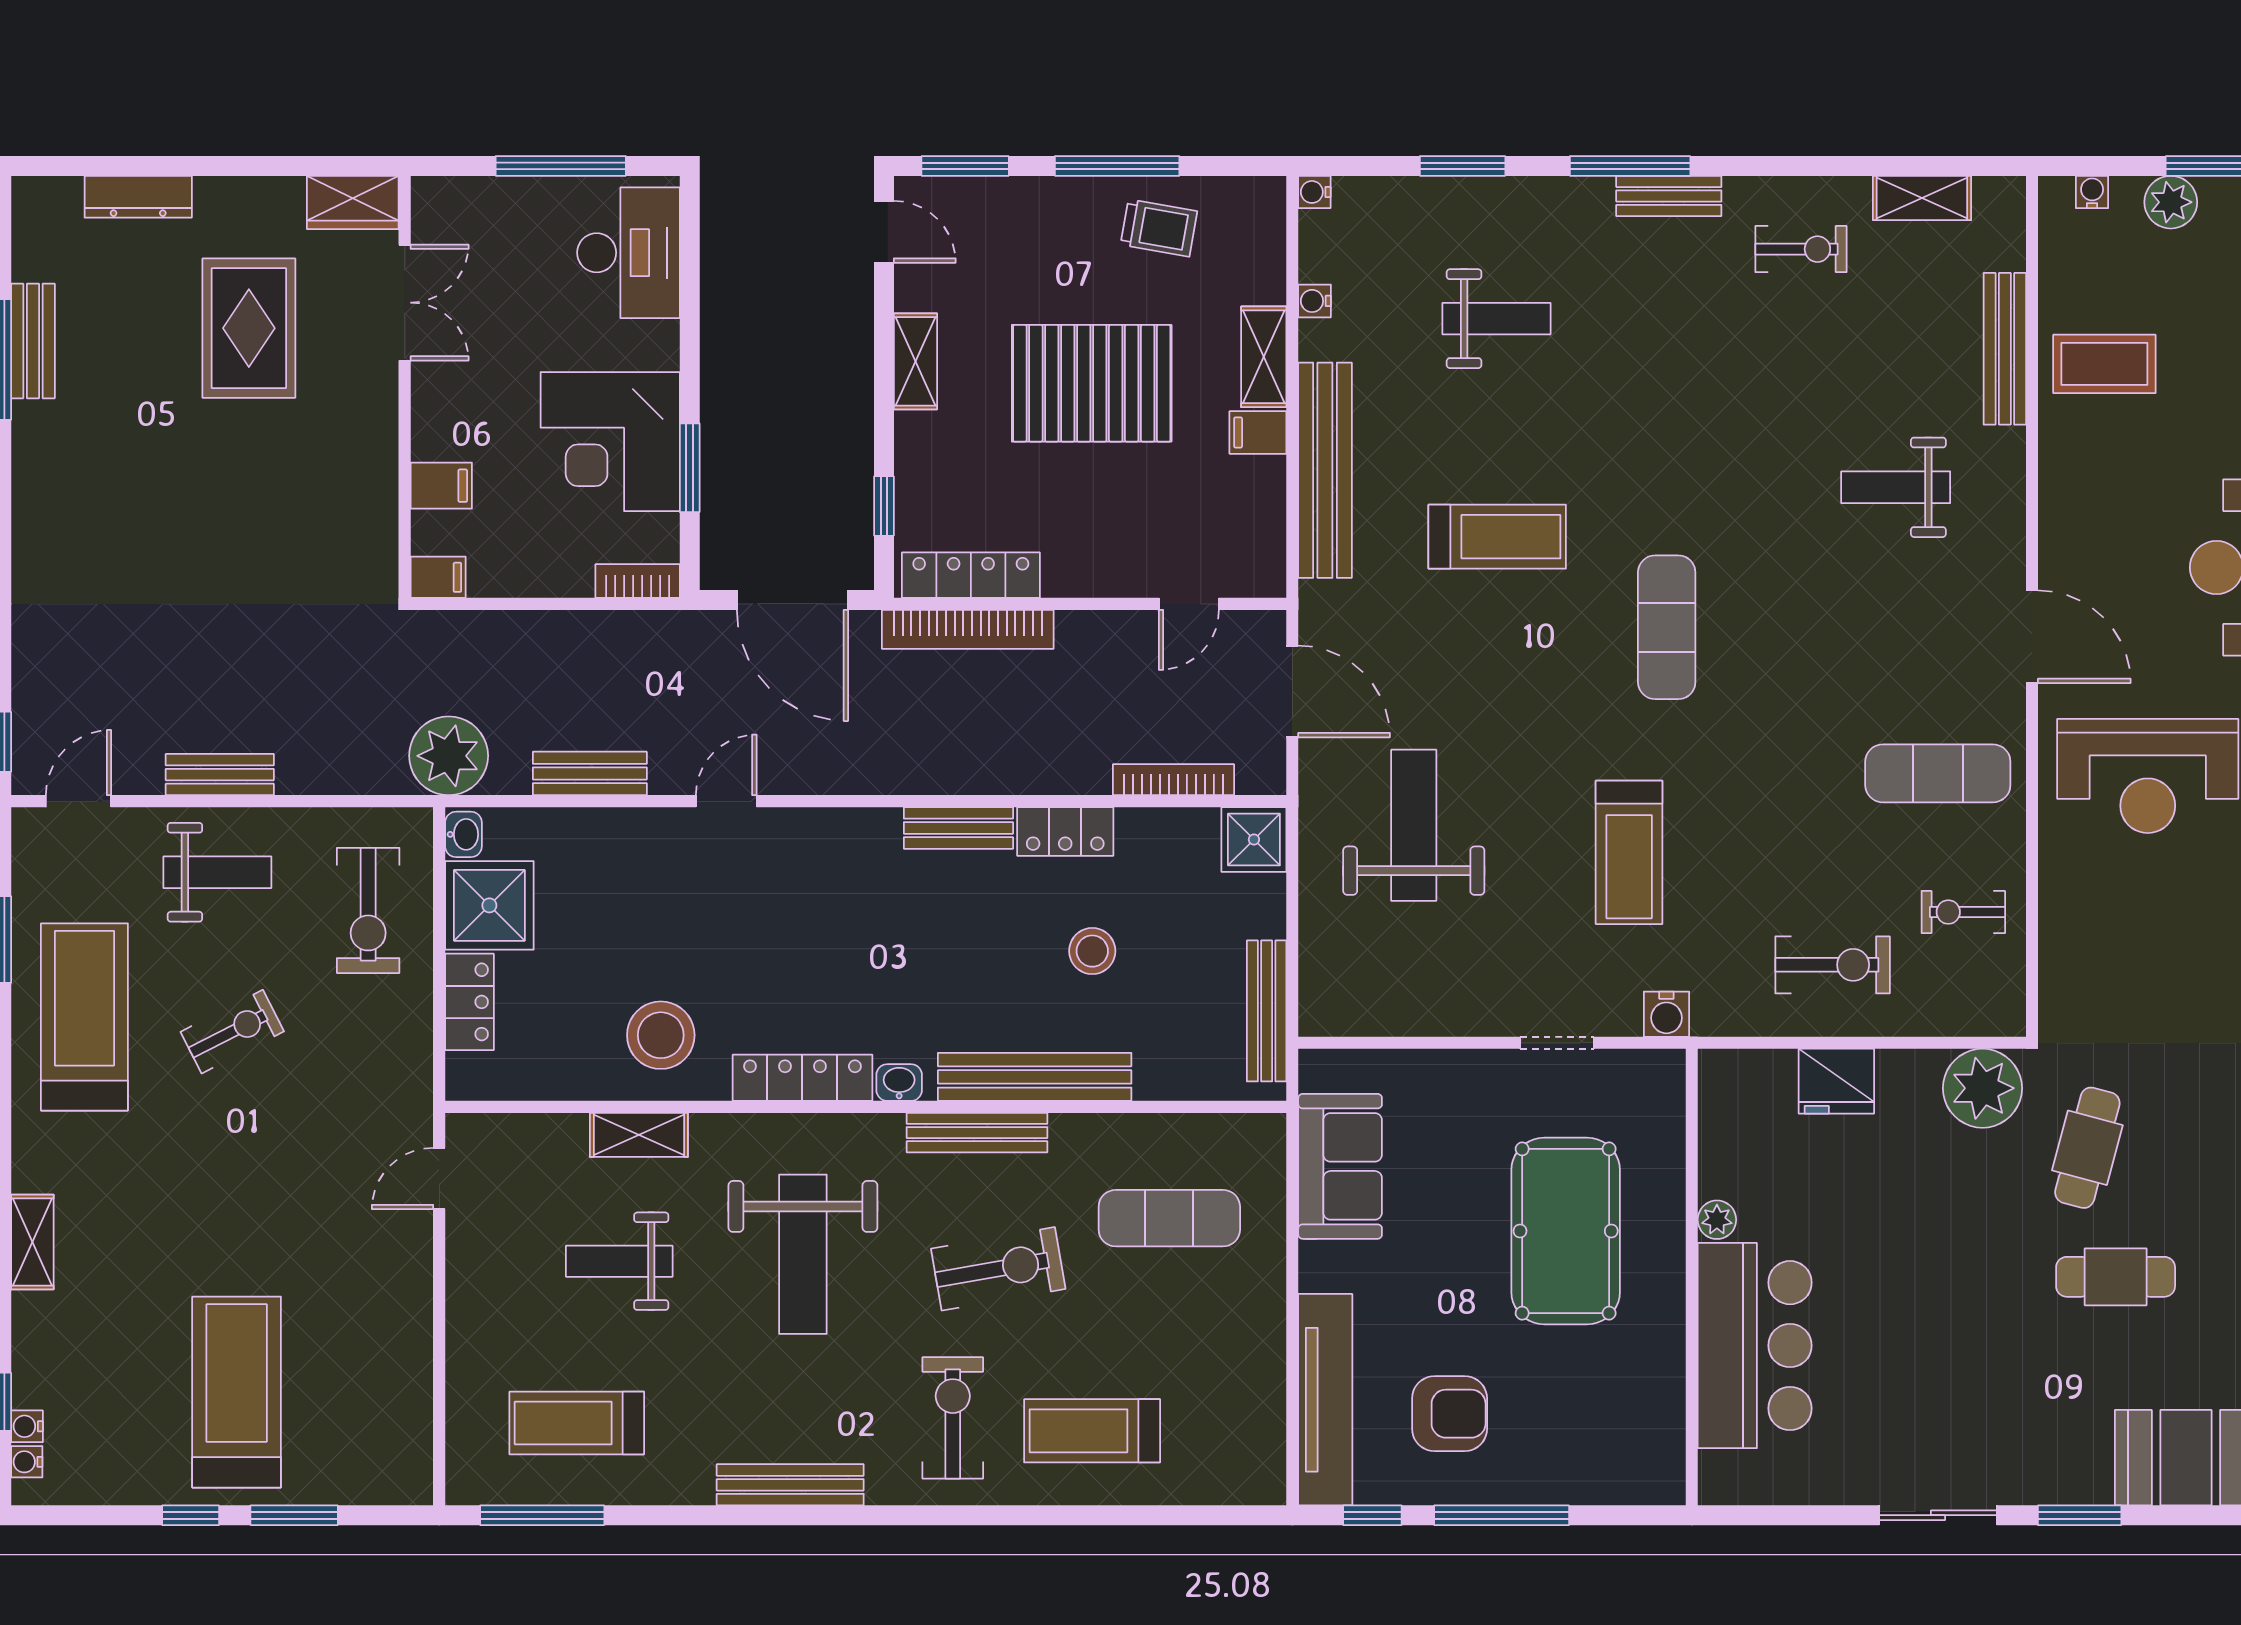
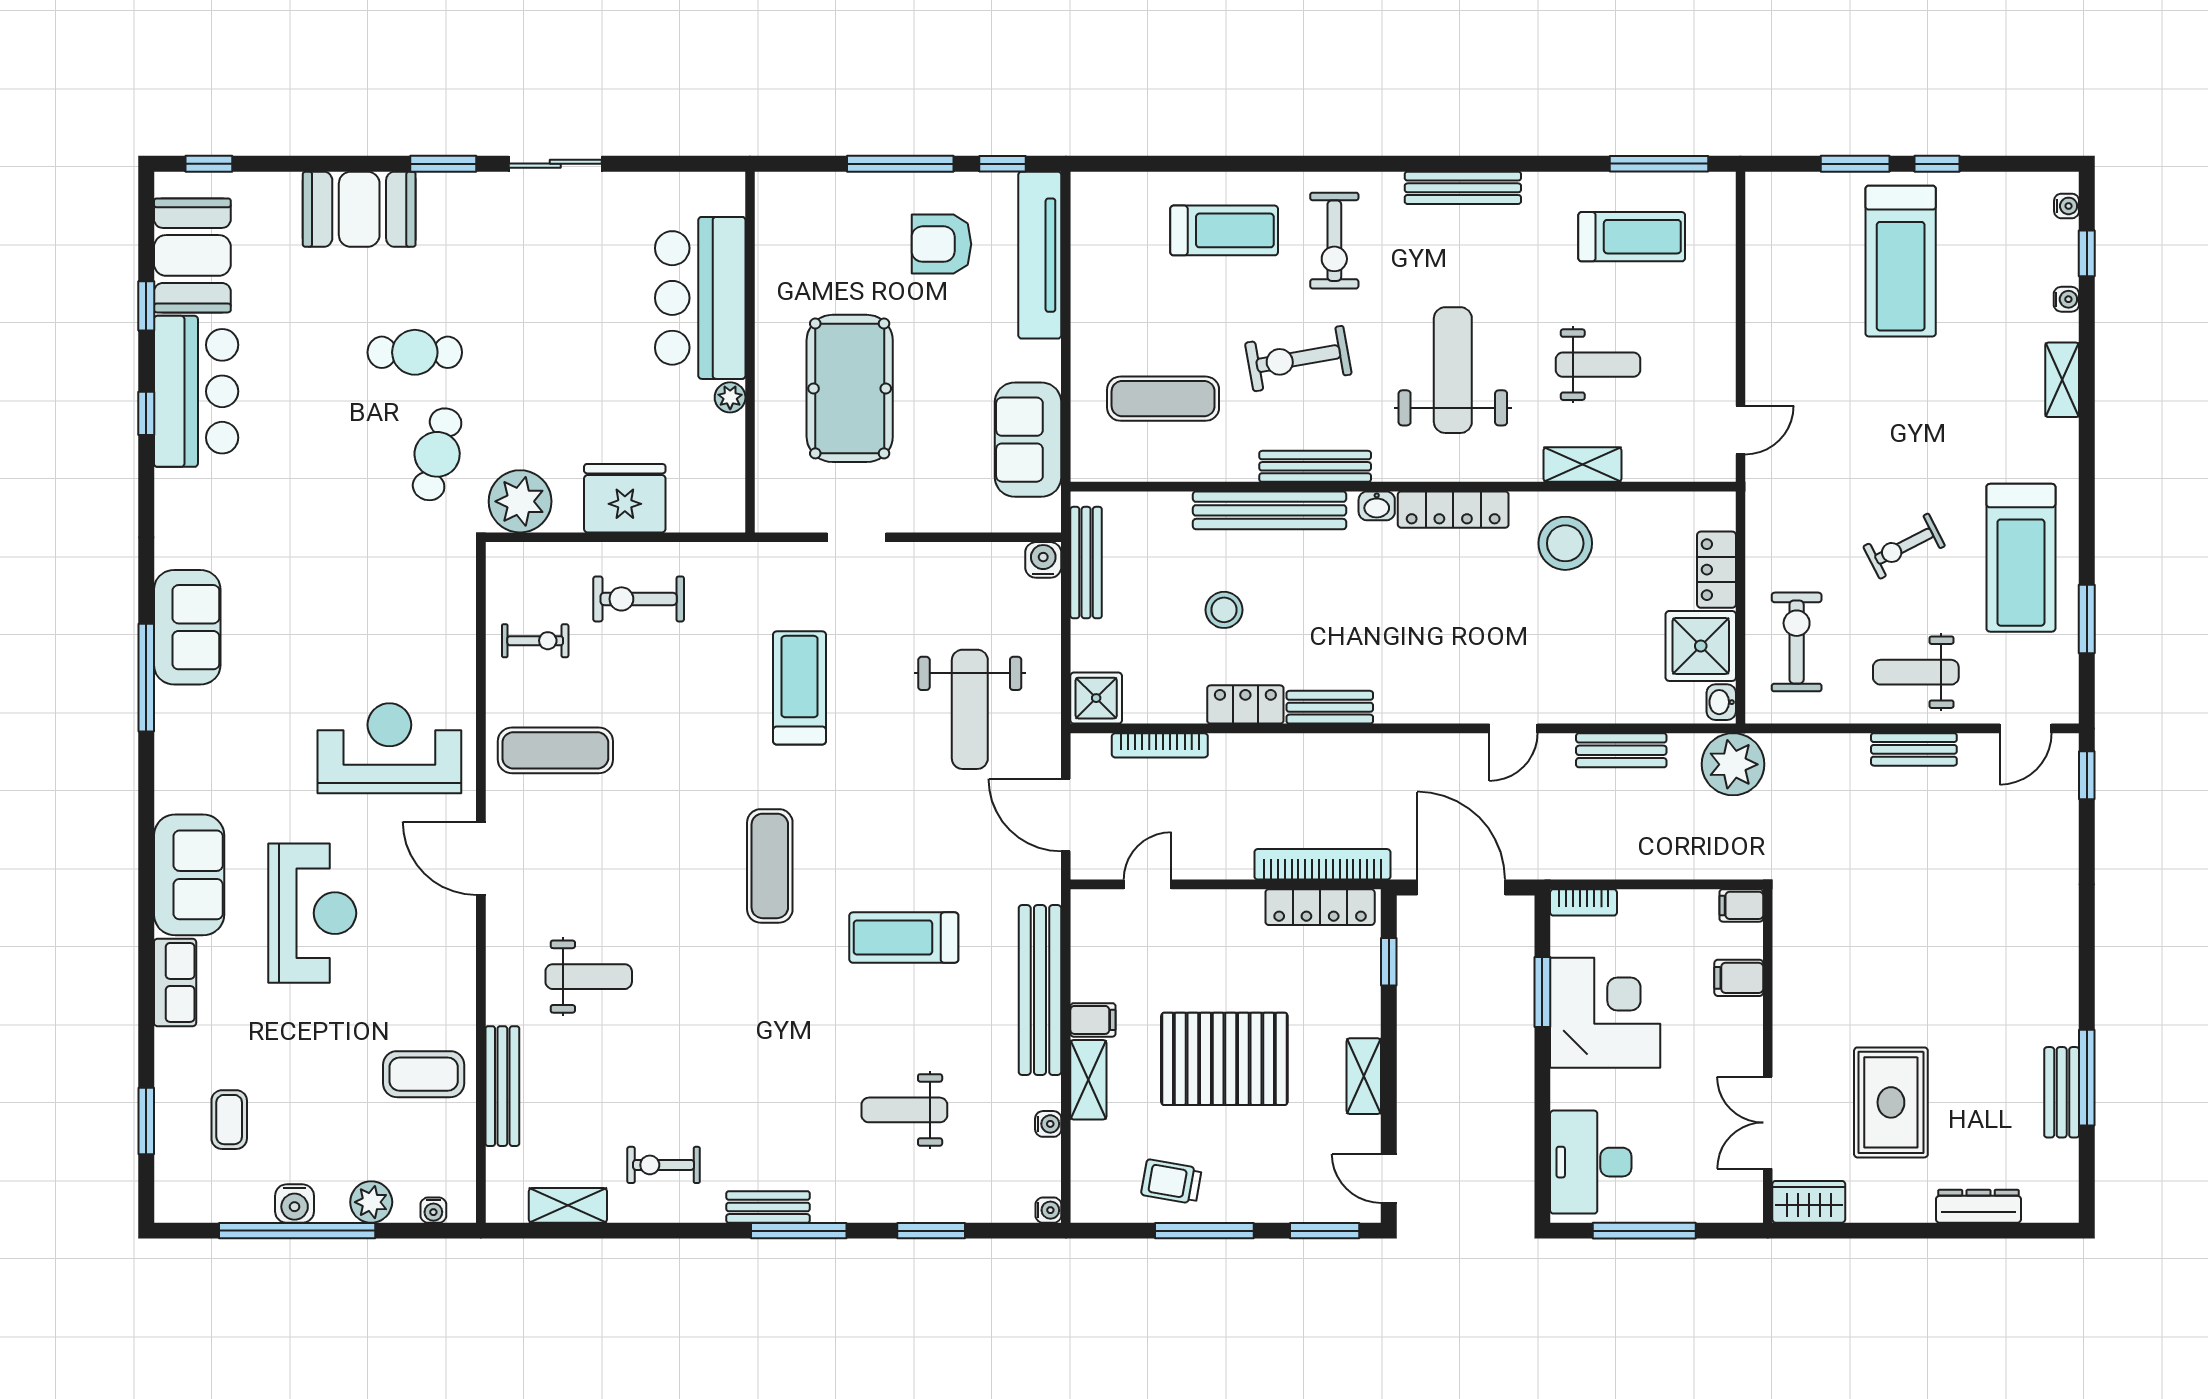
water cooler: (1666, 1014) -> (1043, 560), moved
fridge: (1836, 1081) -> (625, 498), width x1.36, depth x1.34
water cooler: (27, 1426) -> (2066, 299), moved

